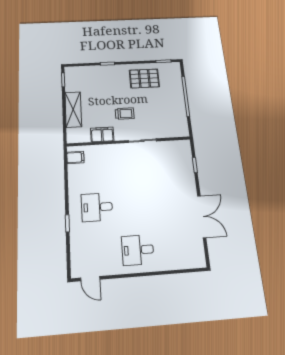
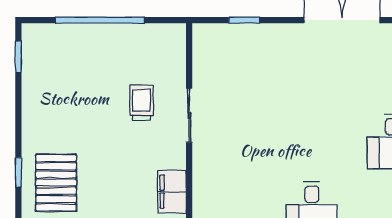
pallet: (144, 79) -> (56, 183), moved
trolley: (125, 114) -> (141, 103), moved

